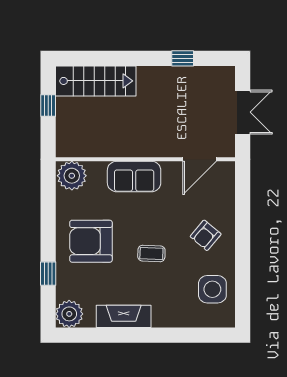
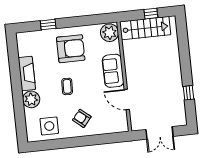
stairs: (96, 81) -> (145, 28), moved, turned -90
door: (200, 159) -> (127, 100), moved
armchair: (91, 241) -> (71, 49), turned 90
plant: (69, 314) -> (31, 99), moved

